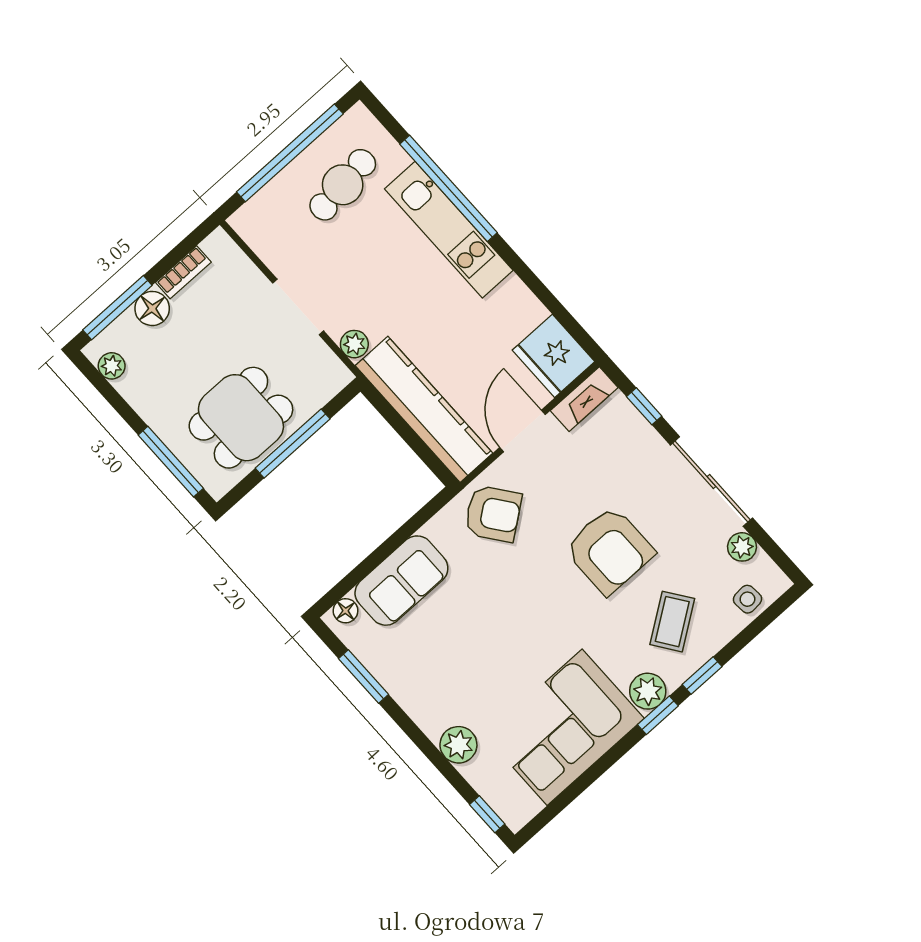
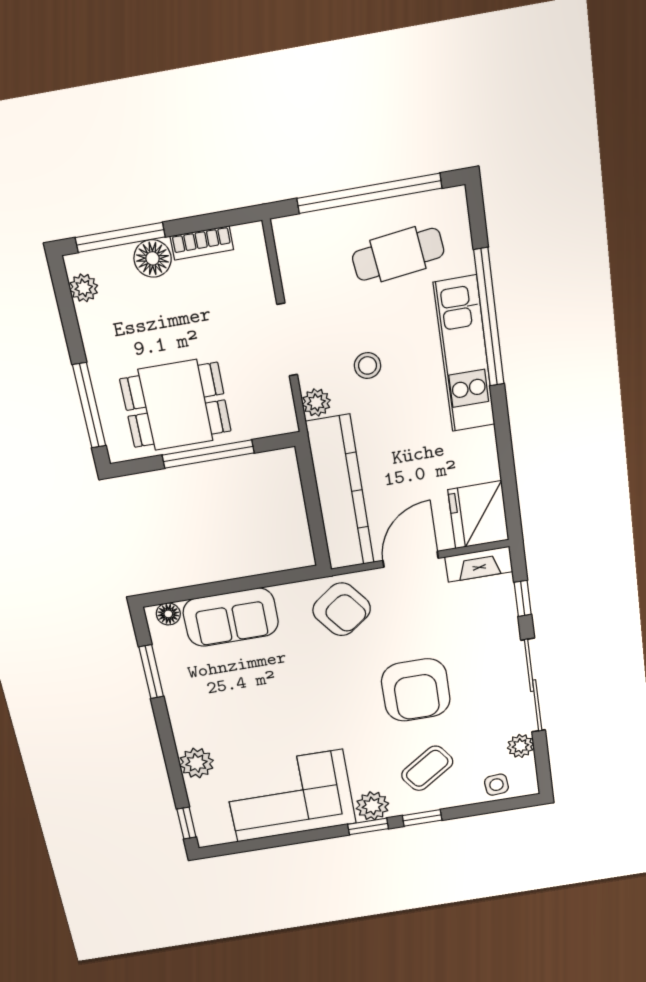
stool: (376, 288) -> (368, 365), added

